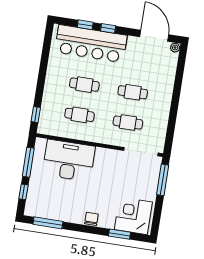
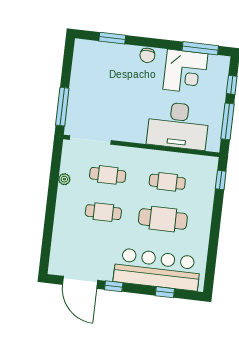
window: (108, 28) -> (114, 286), moved
plant: (175, 48) -> (64, 179), moved
cafe table: (84, 85) -> (163, 219), width x1.37, depth x1.35
corner desk: (133, 216) -> (185, 72), moved

